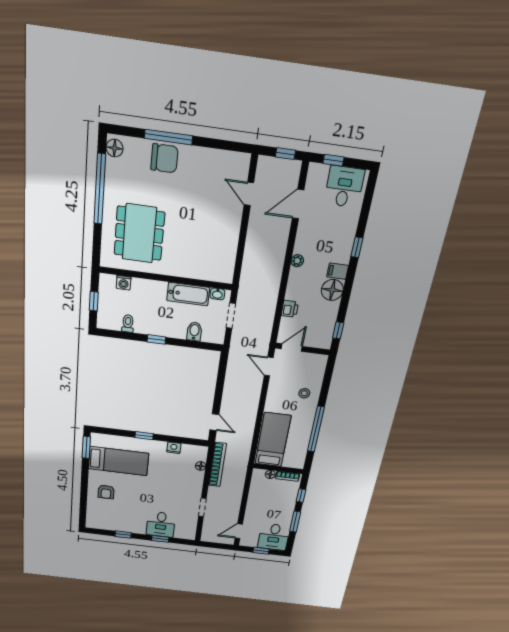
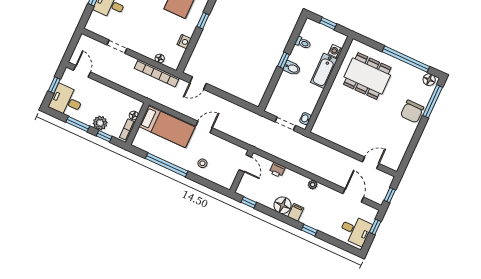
window: (168, 137) -> (433, 101), moved
bathtub: (188, 294) -> (324, 71), moved
bidet: (194, 331) -> (292, 68), moved
door: (269, 367) -> (204, 127), moved
plant: (288, 503) -> (100, 123), added

